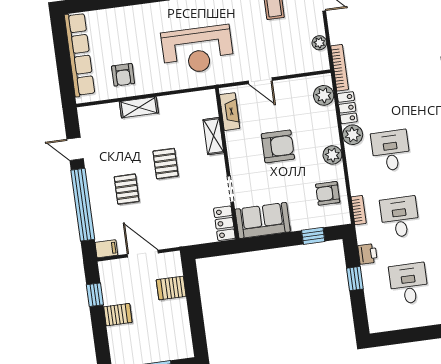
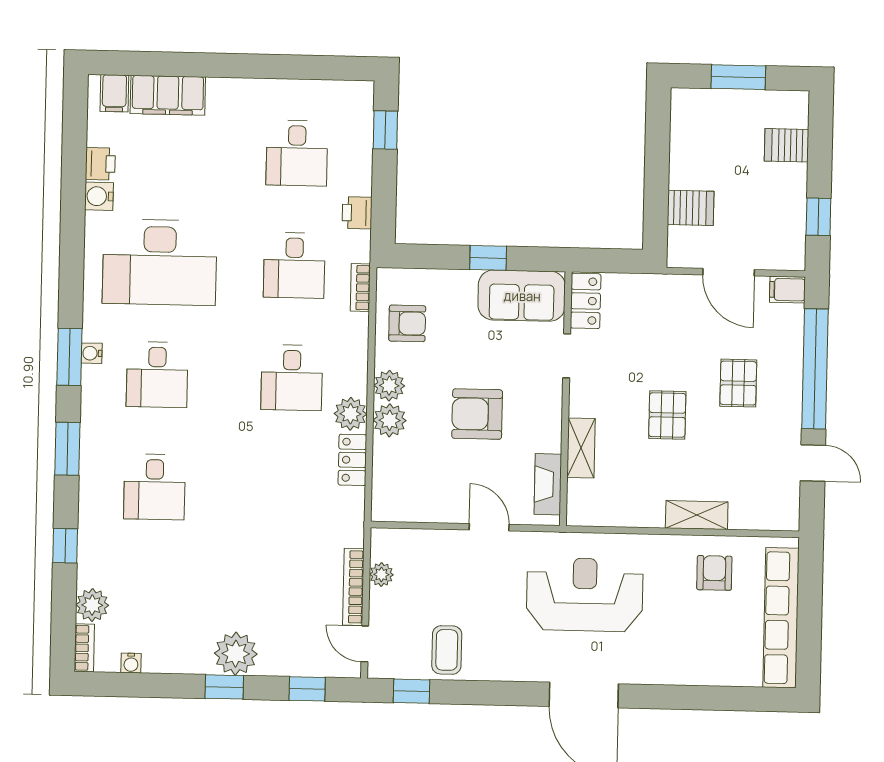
bookcase: (340, 68) -> (353, 587), moved
plant: (324, 95) -> (390, 420), moved
window: (313, 236) -> (488, 258), moved
window: (355, 279) -> (385, 130), moved
server rack: (118, 315) -> (787, 145), moved

